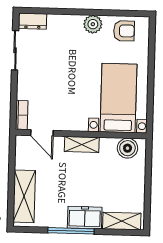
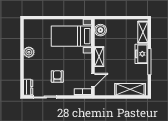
armchair: (124, 31) -> (57, 76), moved

